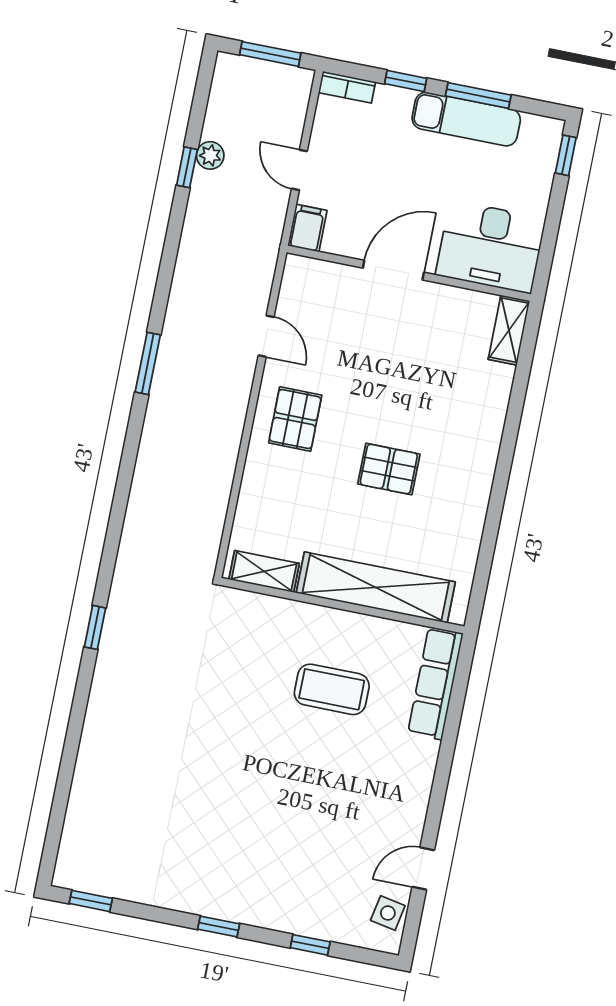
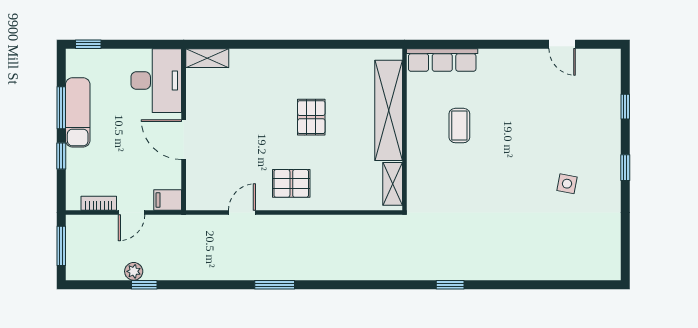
bookcase: (347, 87) -> (99, 203), moved, turned -90
coffee table: (332, 689) -> (459, 126), width x0.73, depth x0.77
window: (91, 901) -> (625, 252), removed
side table: (388, 913) -> (567, 184), moved

